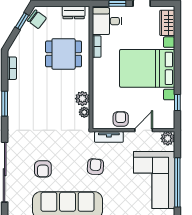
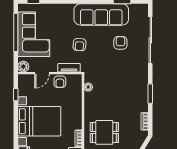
plant: (82, 99) -> (90, 98), removed

